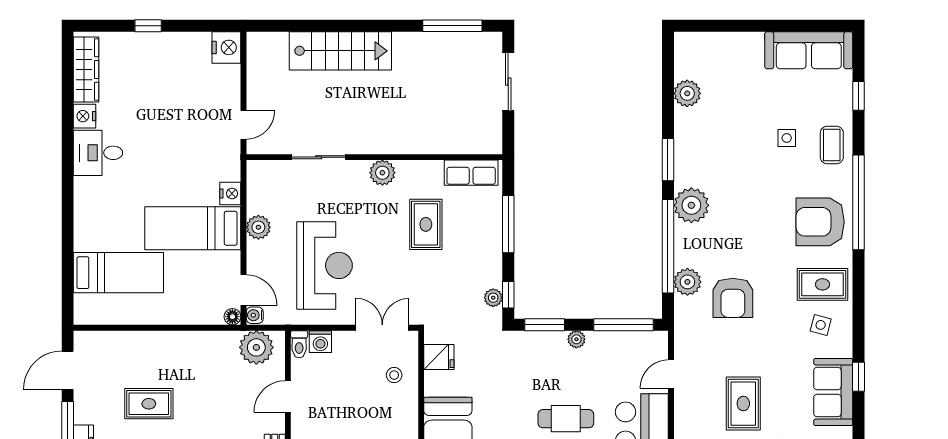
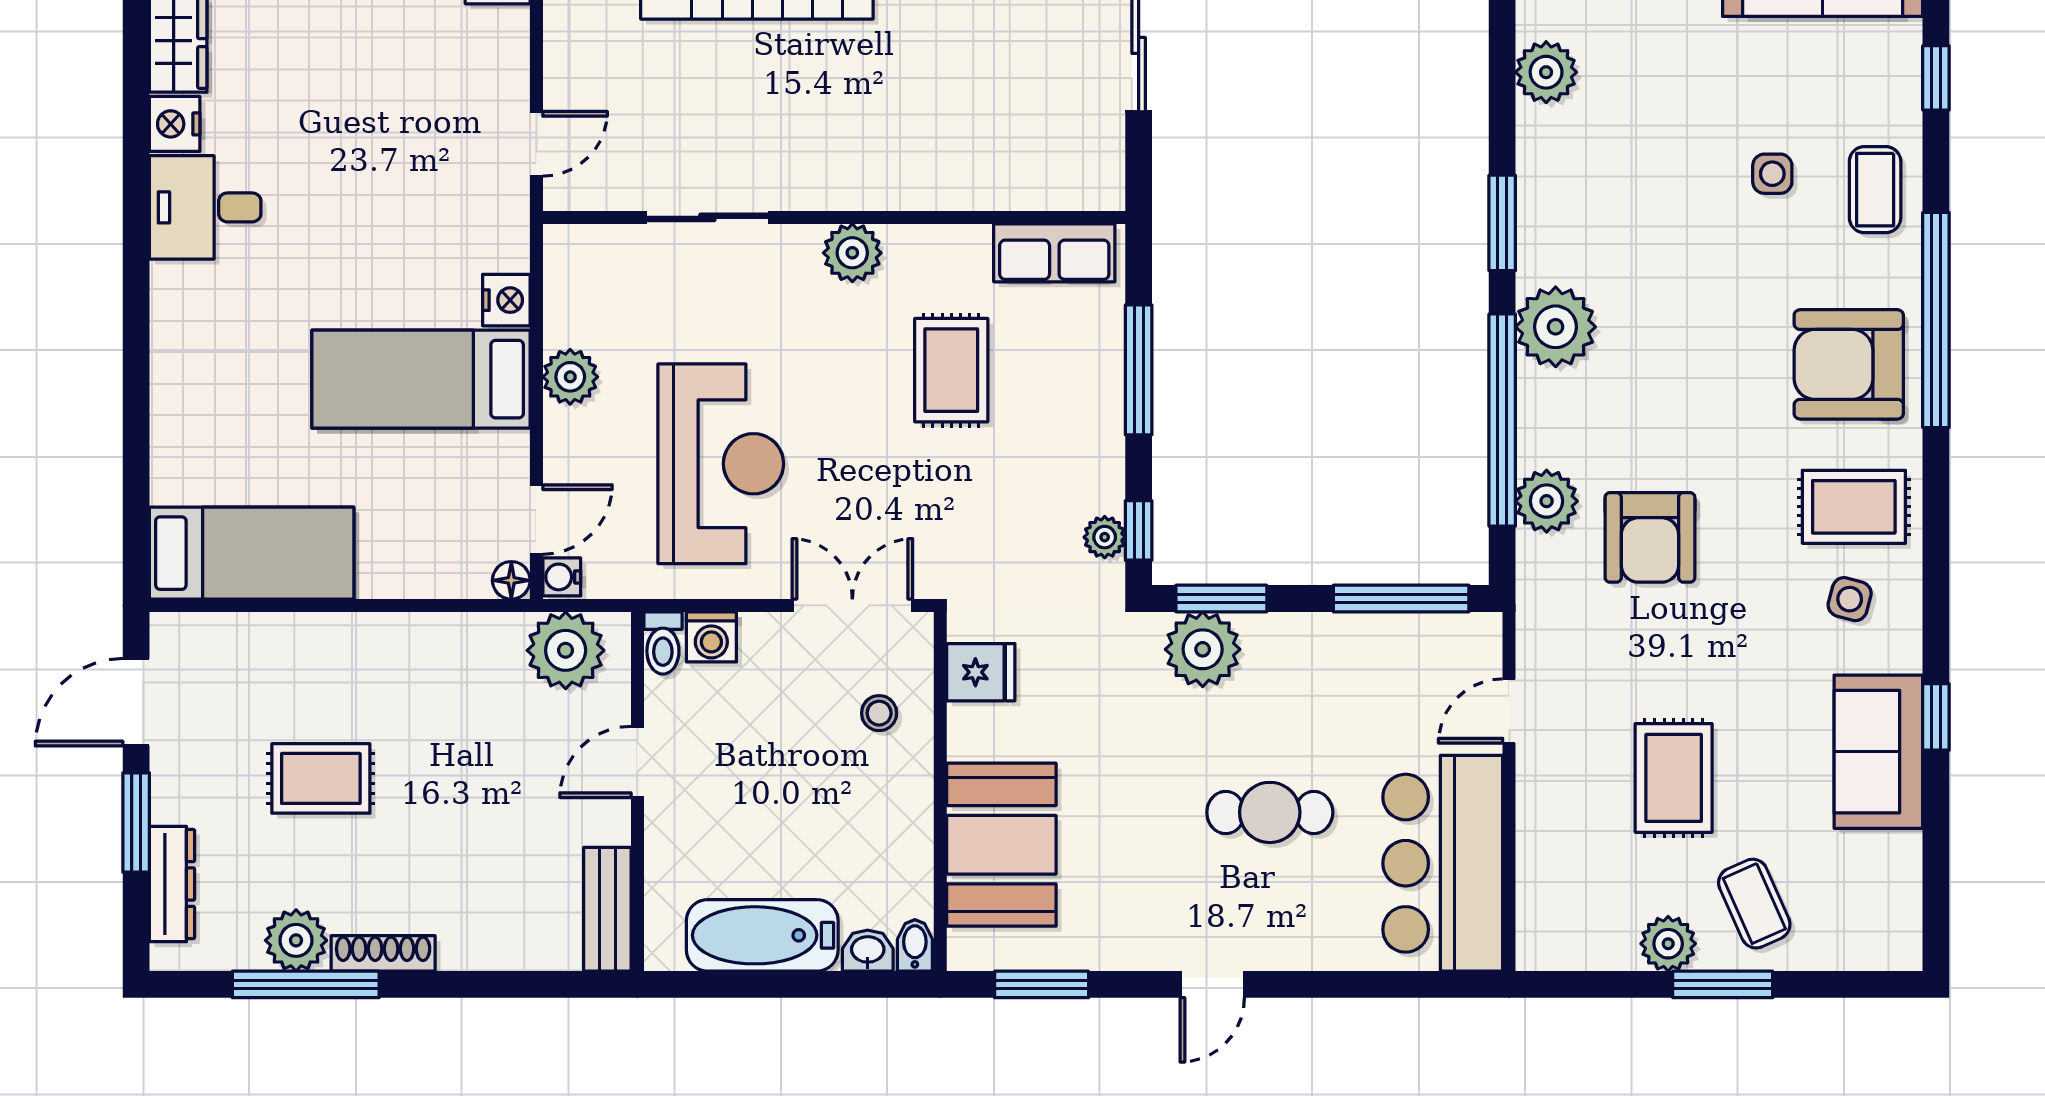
bed: (118, 273) -> (252, 553), moved
door: (244, 290) -> (536, 520), hinge flipped
plant: (576, 339) -> (1203, 649), moved, width x1.88, depth x1.88

